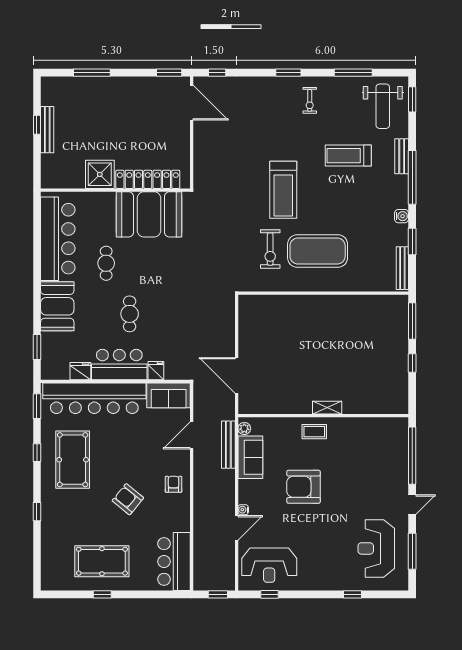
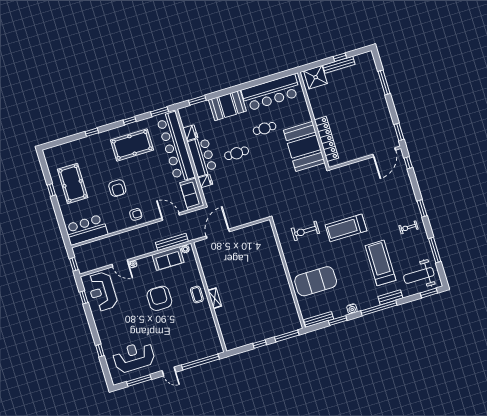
treadmill: (348, 156) -> (380, 263), width x1.37, depth x1.38
shower: (100, 174) -> (316, 77), moved
exercise mat: (318, 251) -> (316, 281), moved, turned 90
armchair: (128, 499) -> (117, 188), turned 141

